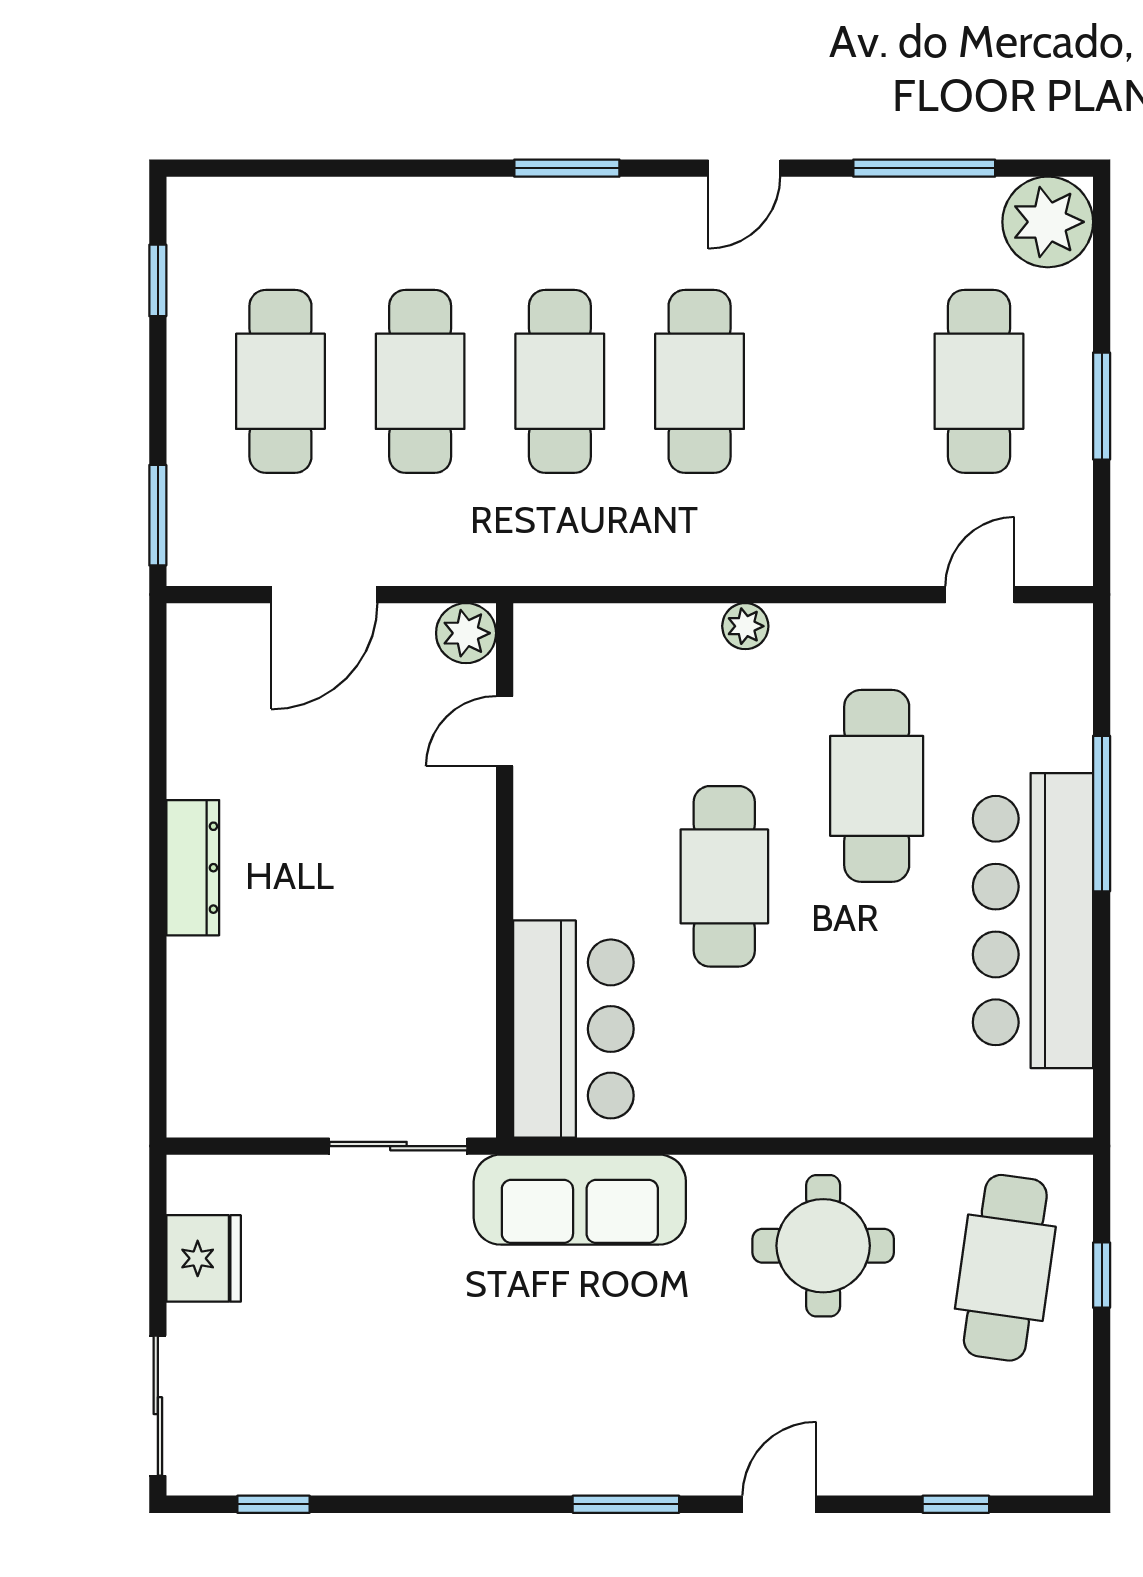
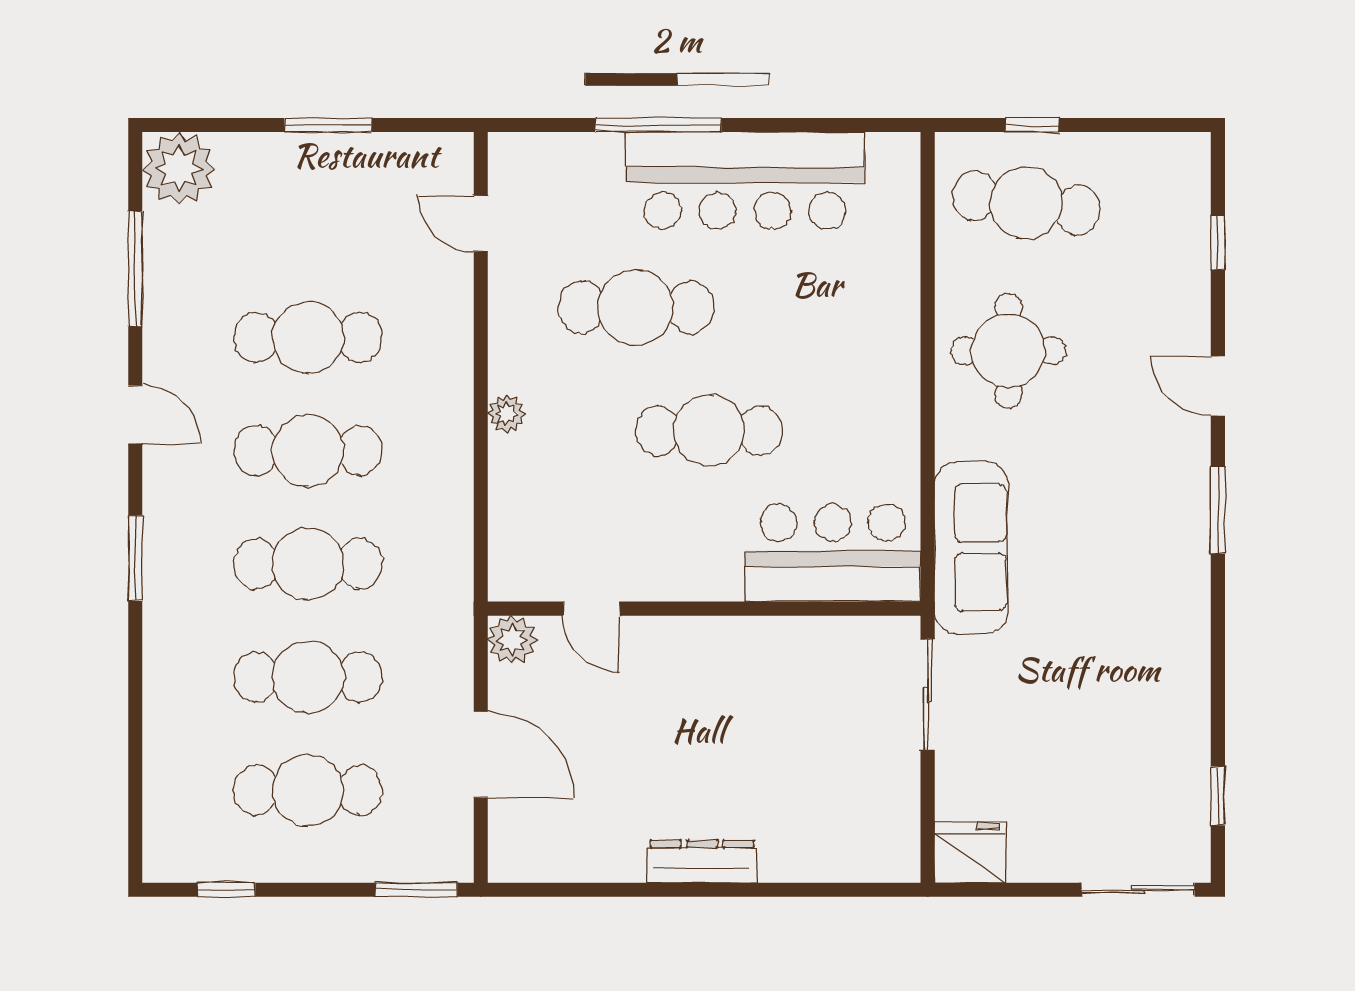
cafe table: (979, 381) -> (308, 337), moved
fridge: (204, 1258) -> (970, 853), moved

